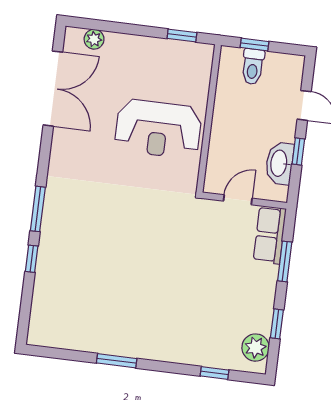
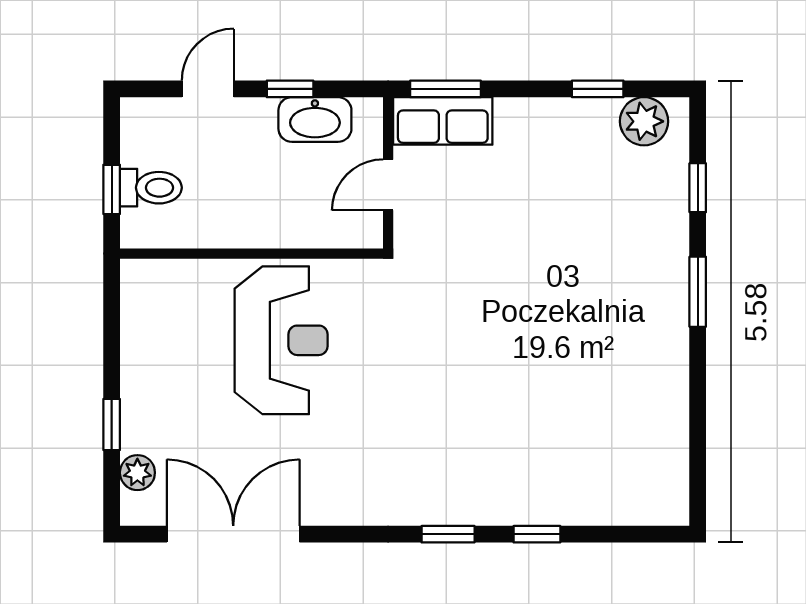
window: (182, 35) -> (112, 425), moved
door: (238, 200) -> (388, 185), hinge flipped
window: (38, 209) -> (448, 534), width x0.67
window: (285, 261) -> (446, 89), moved
window: (117, 361) -> (698, 292), moved

